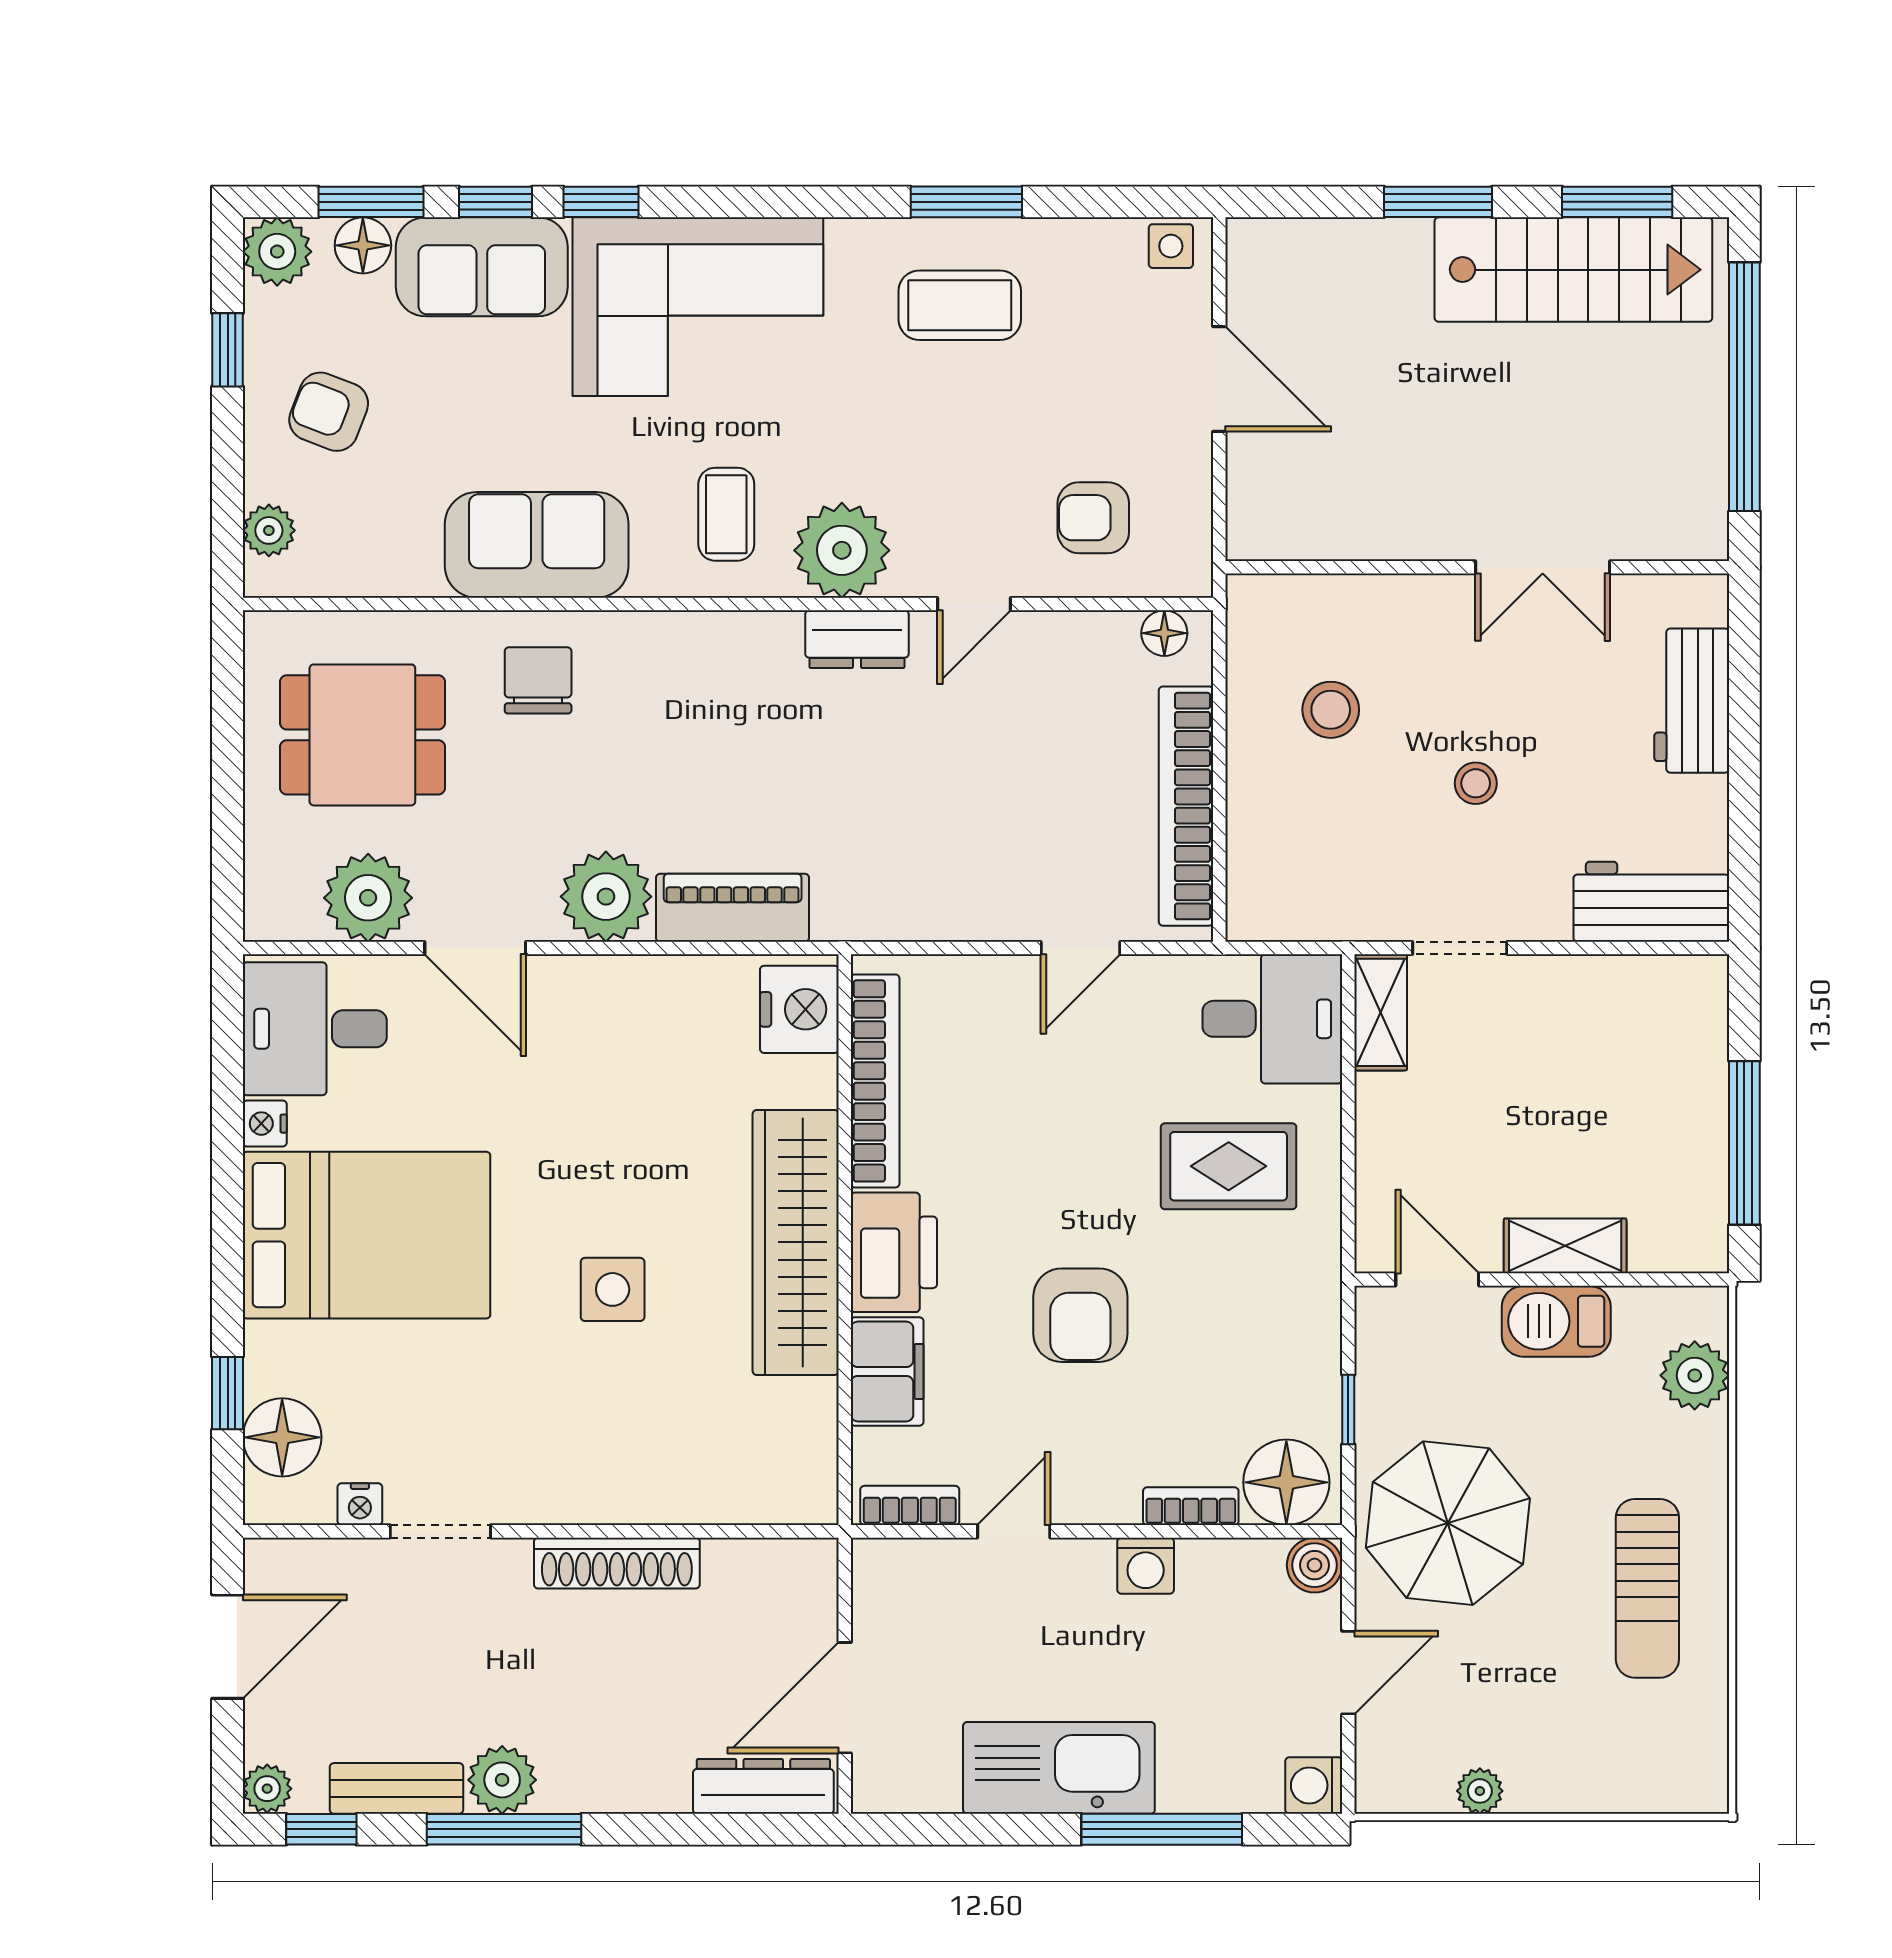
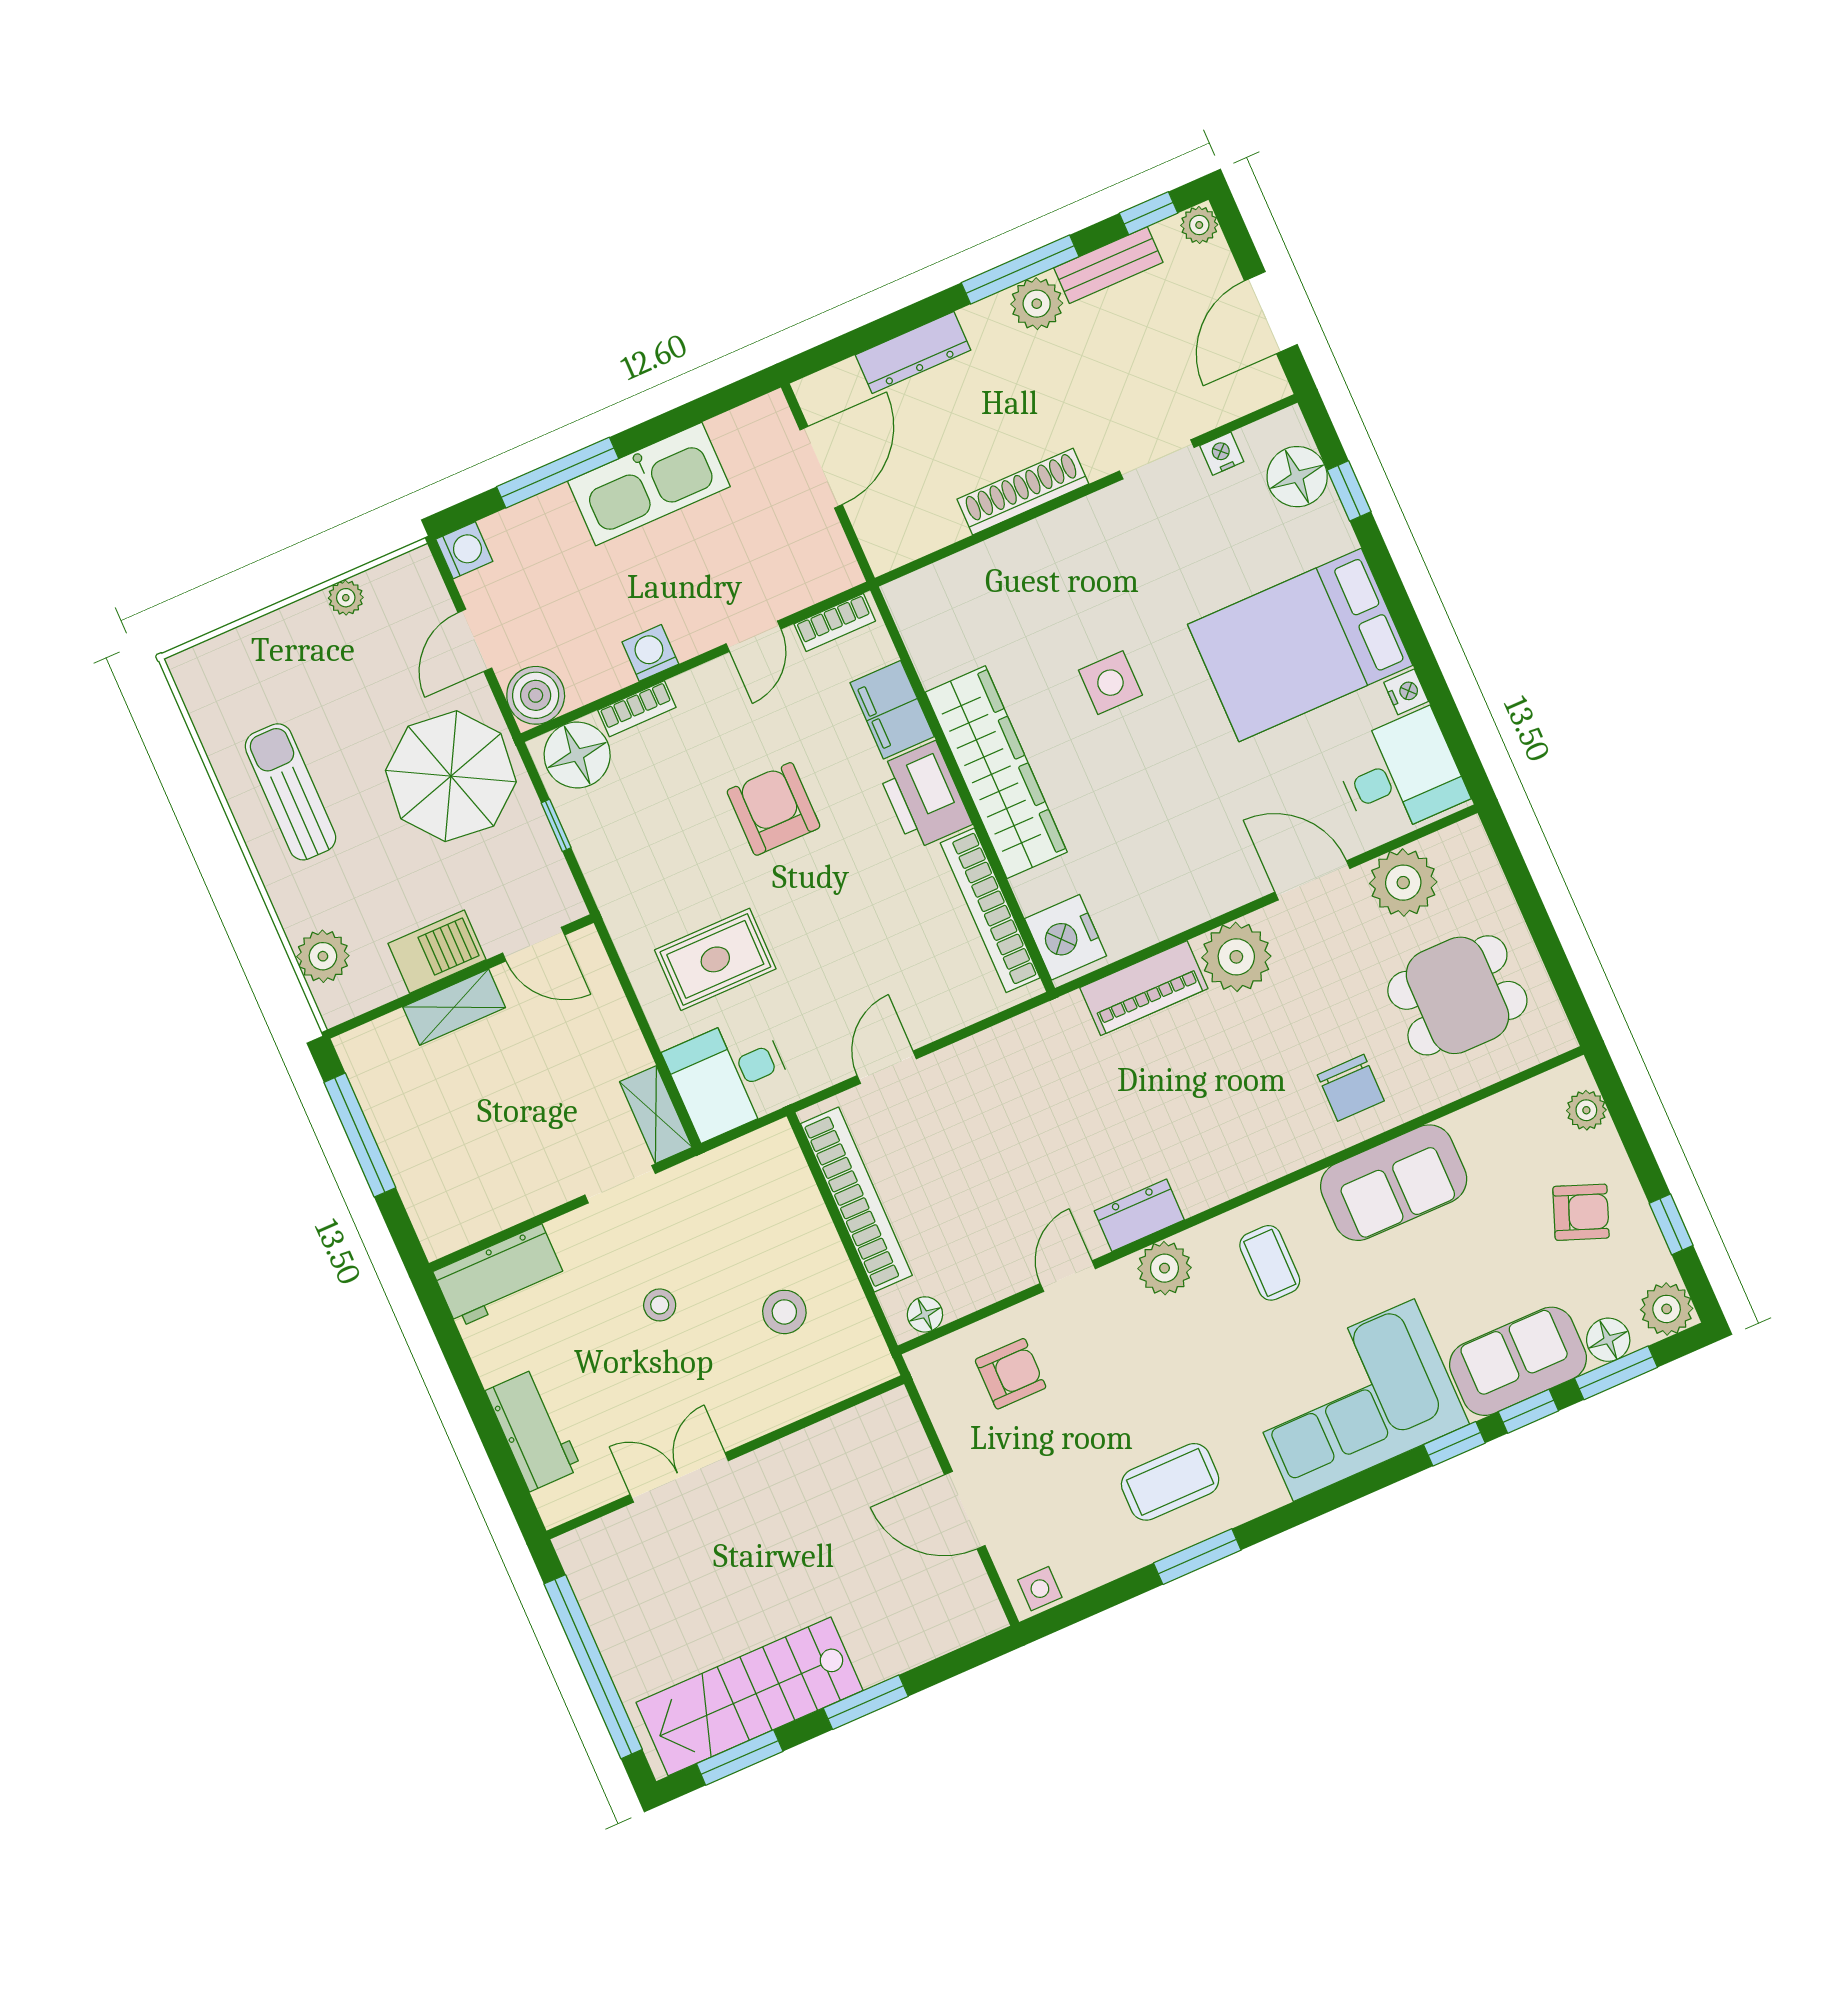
plant: (842, 550) -> (1164, 1268), width x0.73, depth x0.73
boiler: (1315, 1565) -> (536, 695), width x1.36, depth x1.36
dresser: (763, 1786) -> (913, 353), moved

